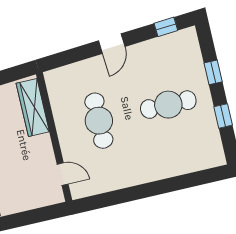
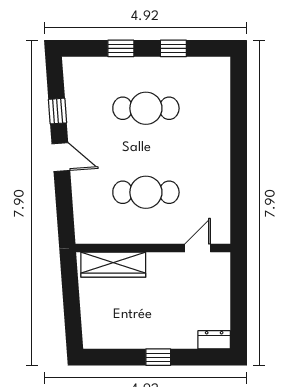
window: (166, 27) -> (58, 111), moved
cafe table: (168, 105) -> (146, 108), turned 90

